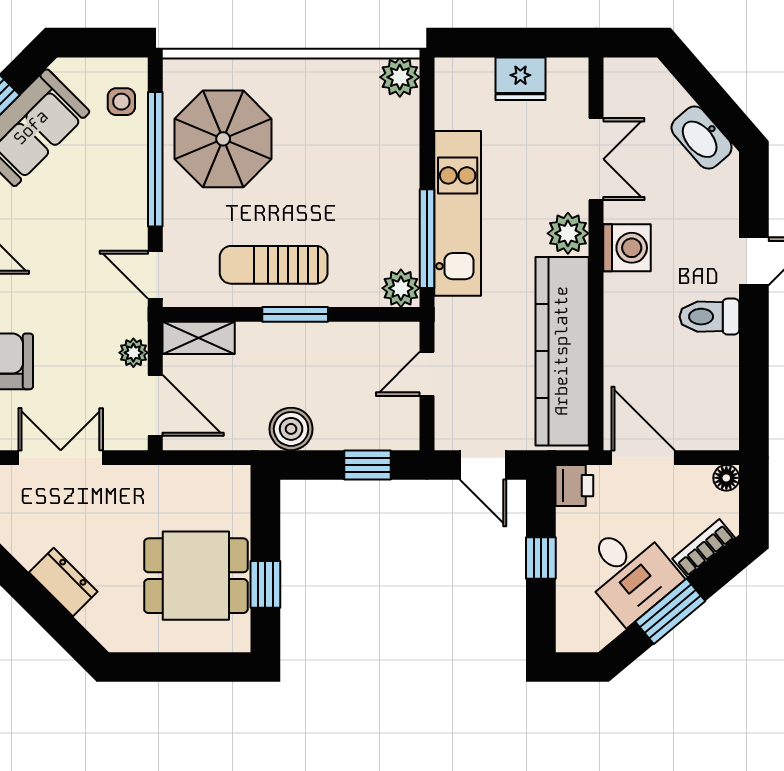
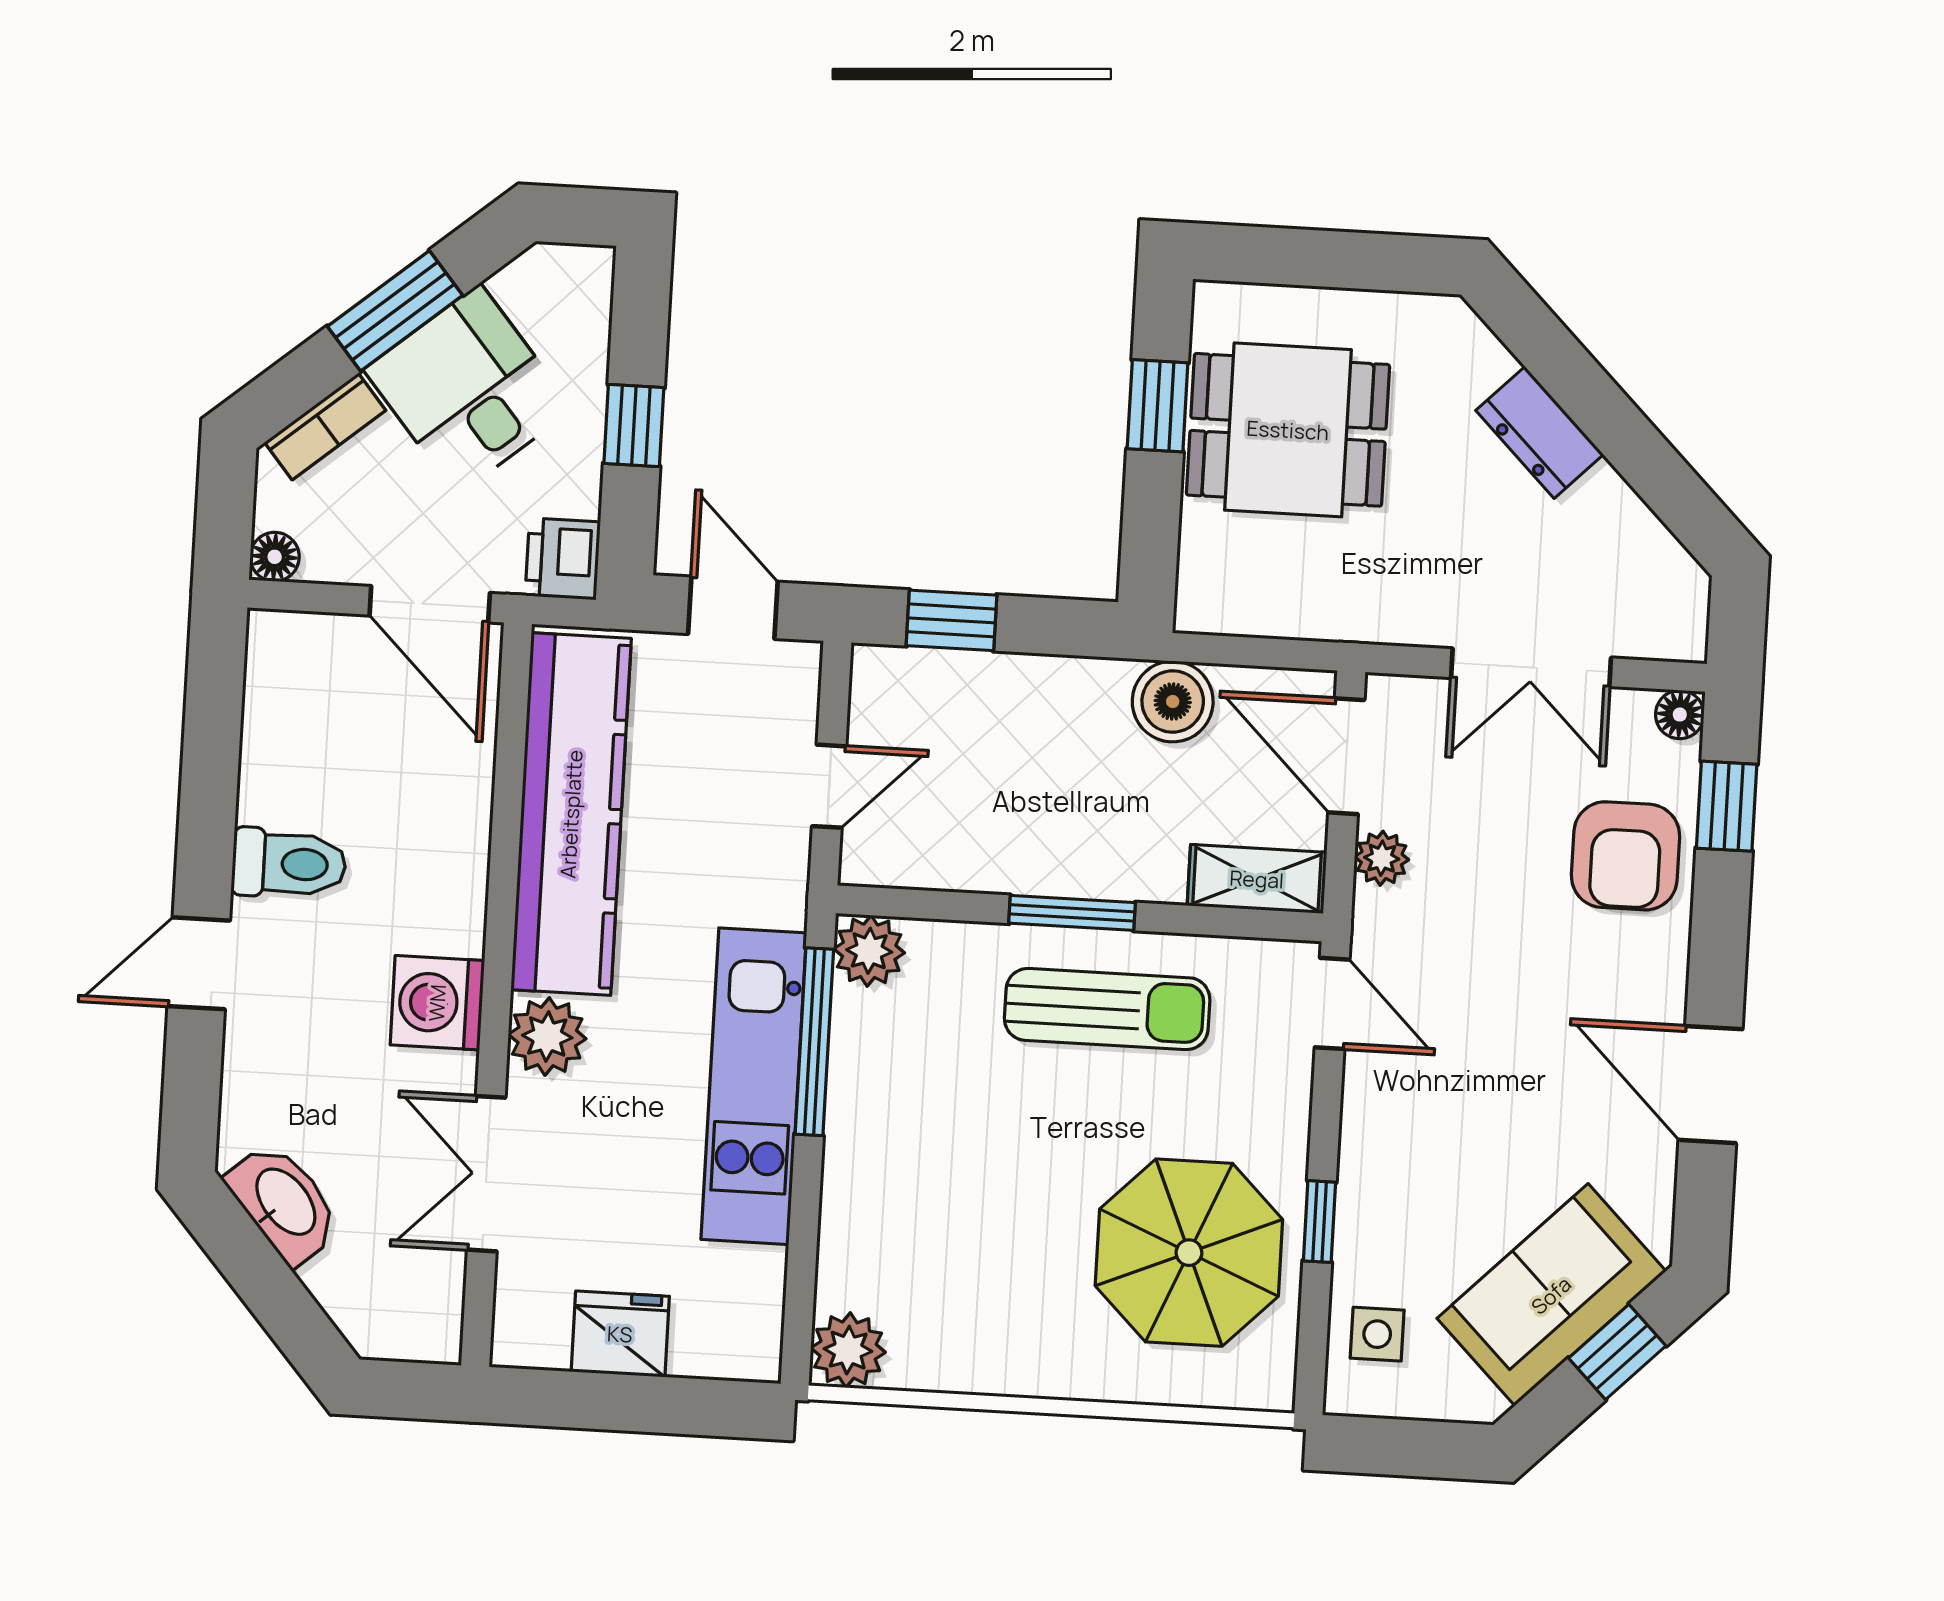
window: (155, 159) -> (1320, 1222), width x0.32
boiler: (291, 429) -> (1173, 702), moved

